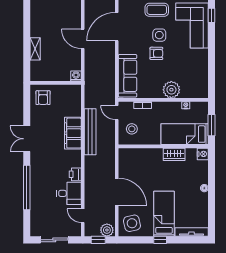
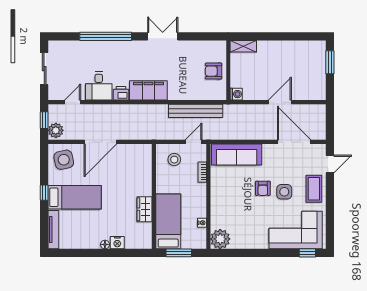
shelving: (35, 49) -> (243, 46), moved
plant: (171, 90) -> (220, 239), moved
armchair: (43, 98) -> (214, 71), moved
bench: (90, 132) -> (196, 111), moved
filing cabinet: (73, 133) -> (148, 90), moved
nightstand: (203, 154) -> (117, 243), moved

